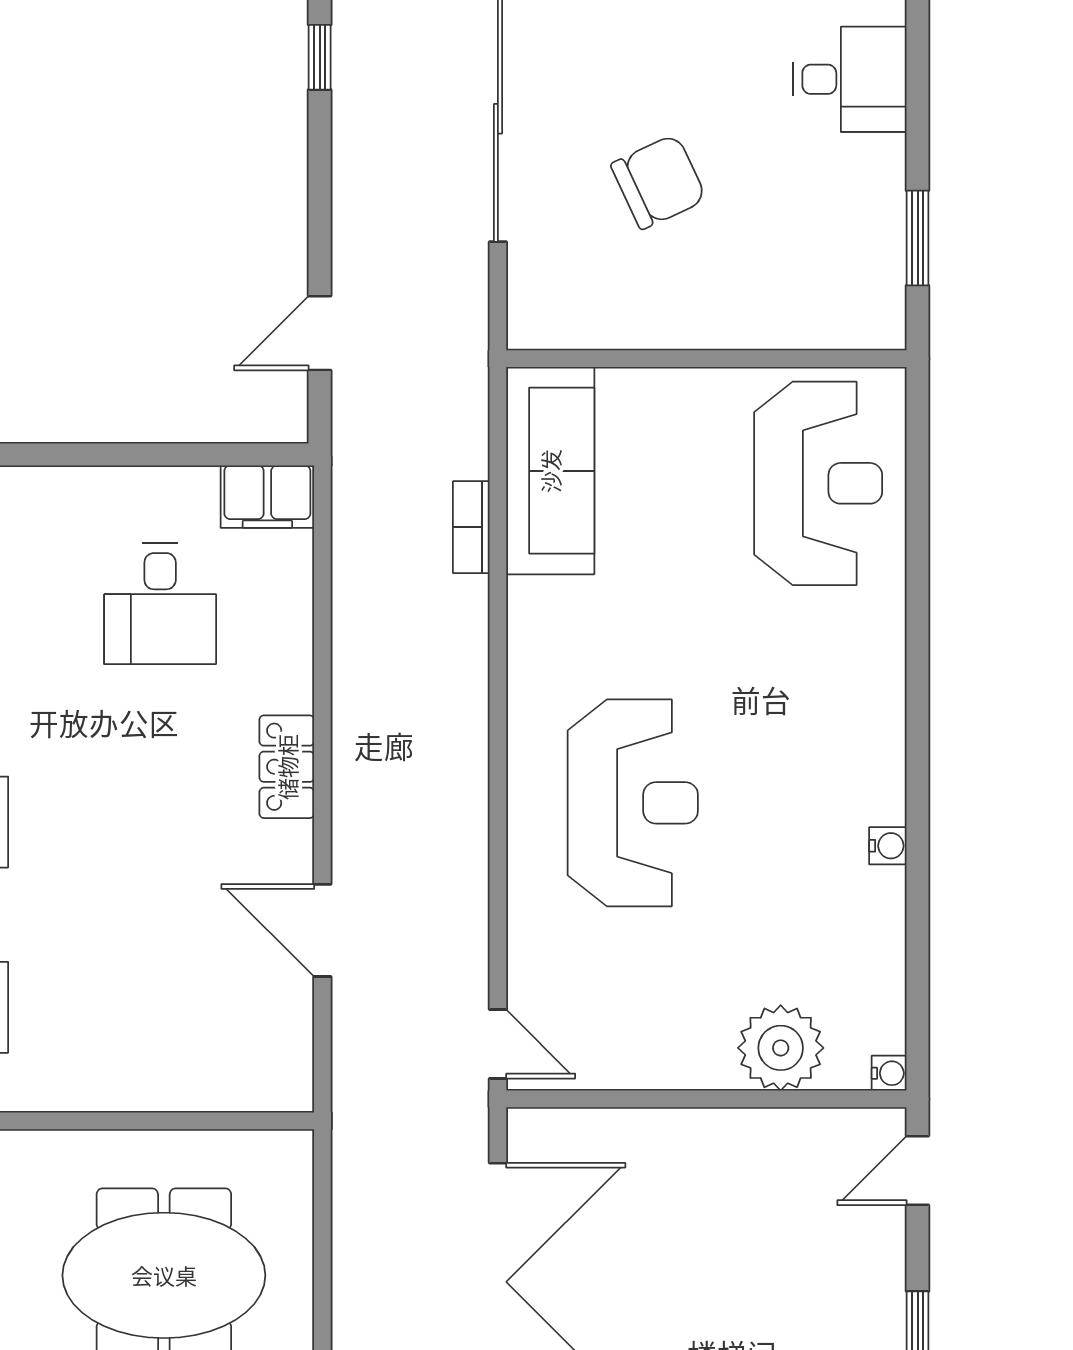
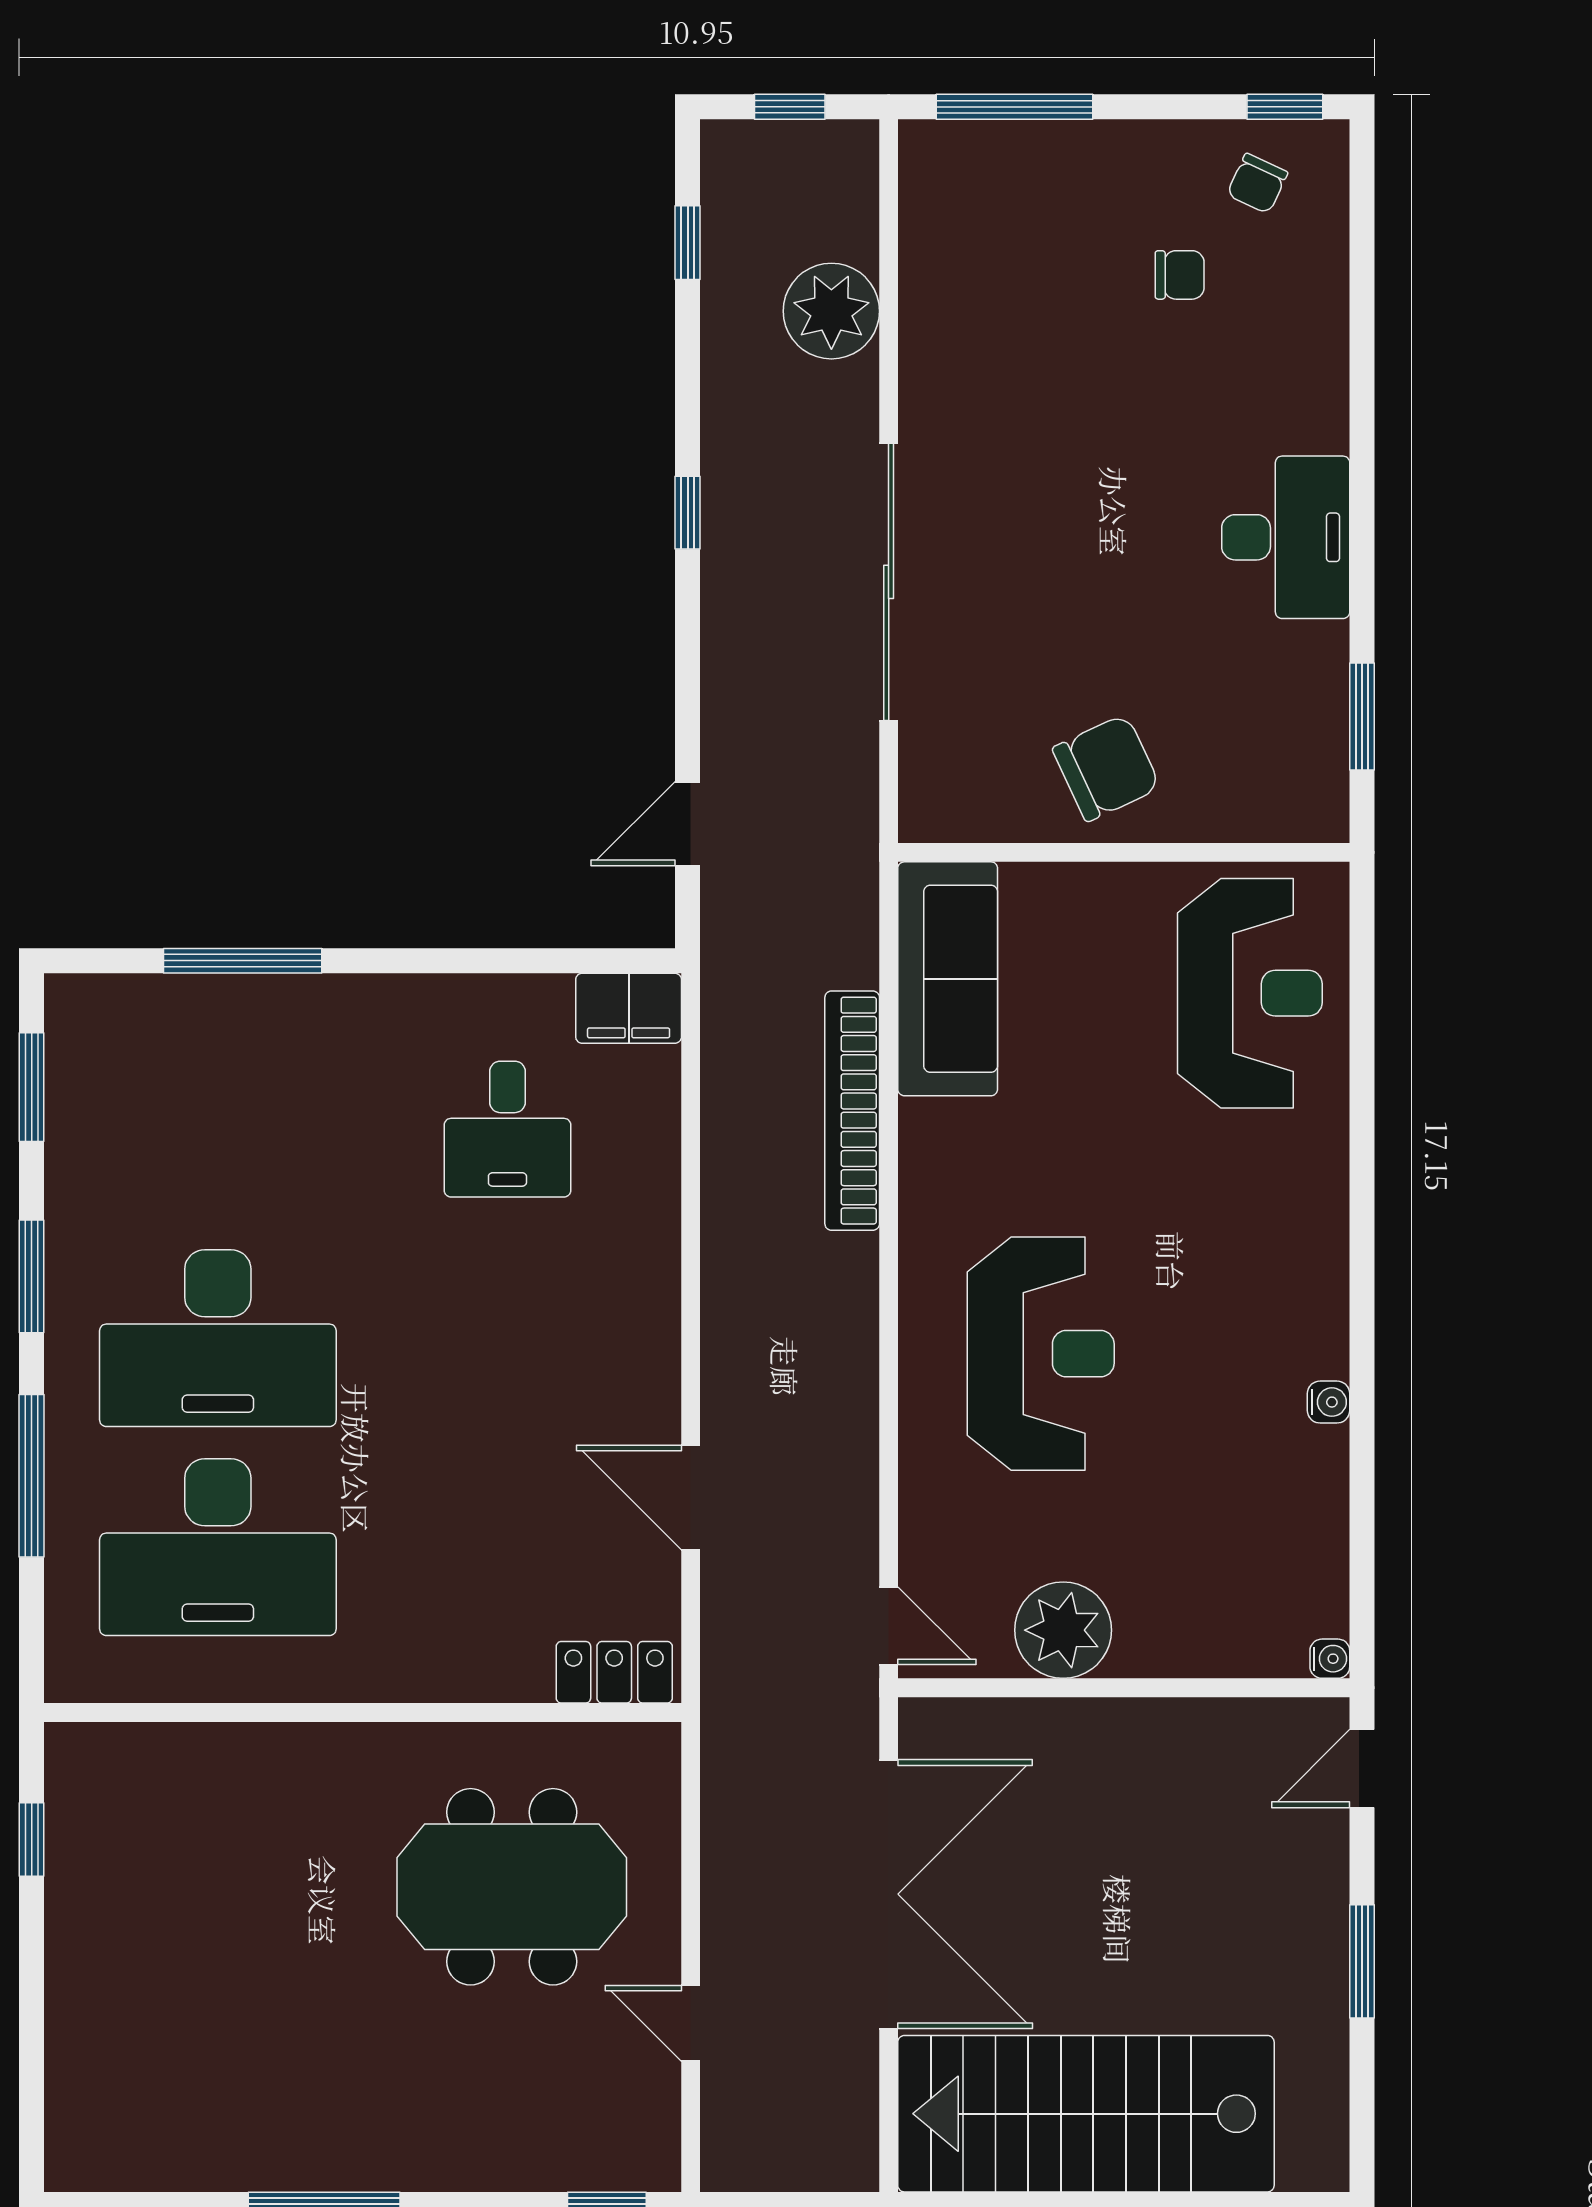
desk: (850, 79) -> (1286, 537), width x1.37
chair: (659, 182) -> (1106, 768), moved
bookcase: (471, 527) -> (852, 1111), width x2.31, depth x1.31
locker: (287, 767) -> (614, 1672), moved, turned 90
plant: (781, 1048) -> (1063, 1630), moved

